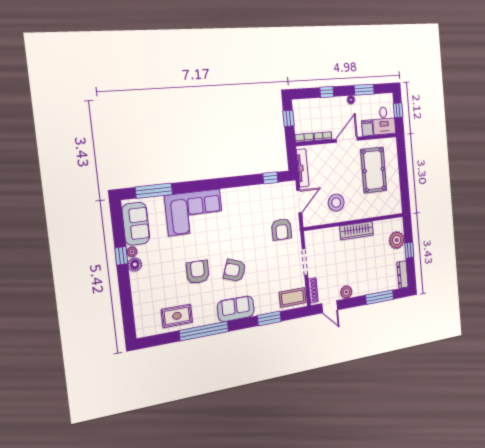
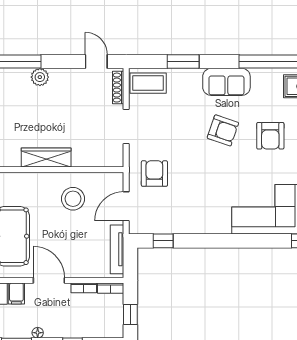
door: (347, 140) -> (49, 280), swing flipped
plant: (346, 292) -> (40, 77), moved

